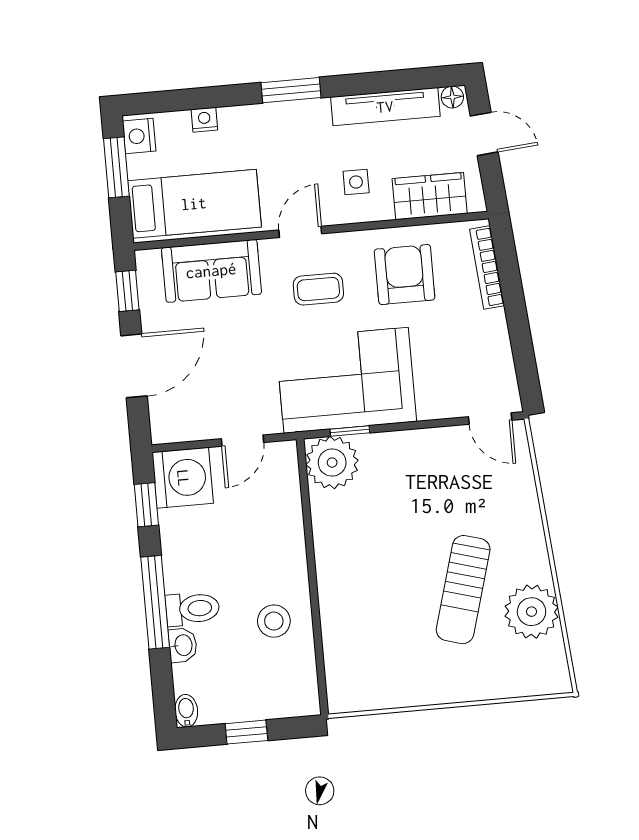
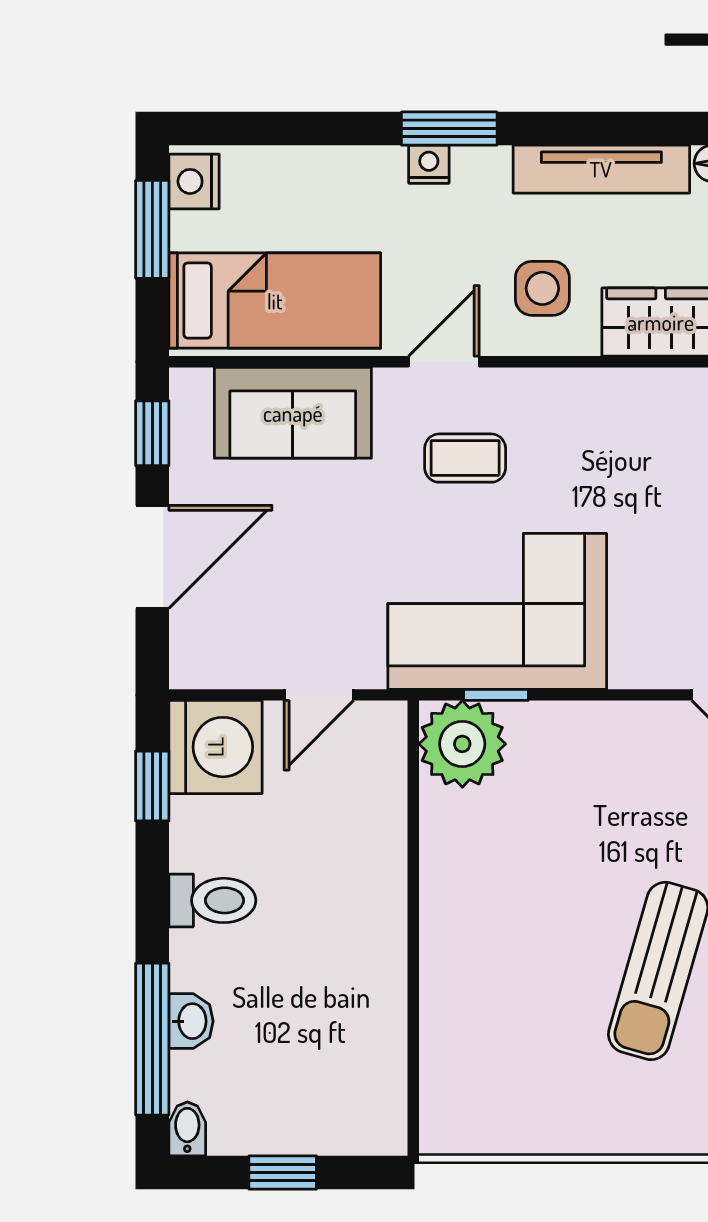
nightstand: (204, 120) -> (429, 164), moved
side table: (356, 182) -> (542, 288), width x1.37, depth x1.37
armchair: (405, 275) -> (608, 447), removed
window: (155, 602) -> (152, 1039), moved
toilet: (192, 609) -> (212, 900), moved
stool: (274, 621) -> (344, 995), removed

